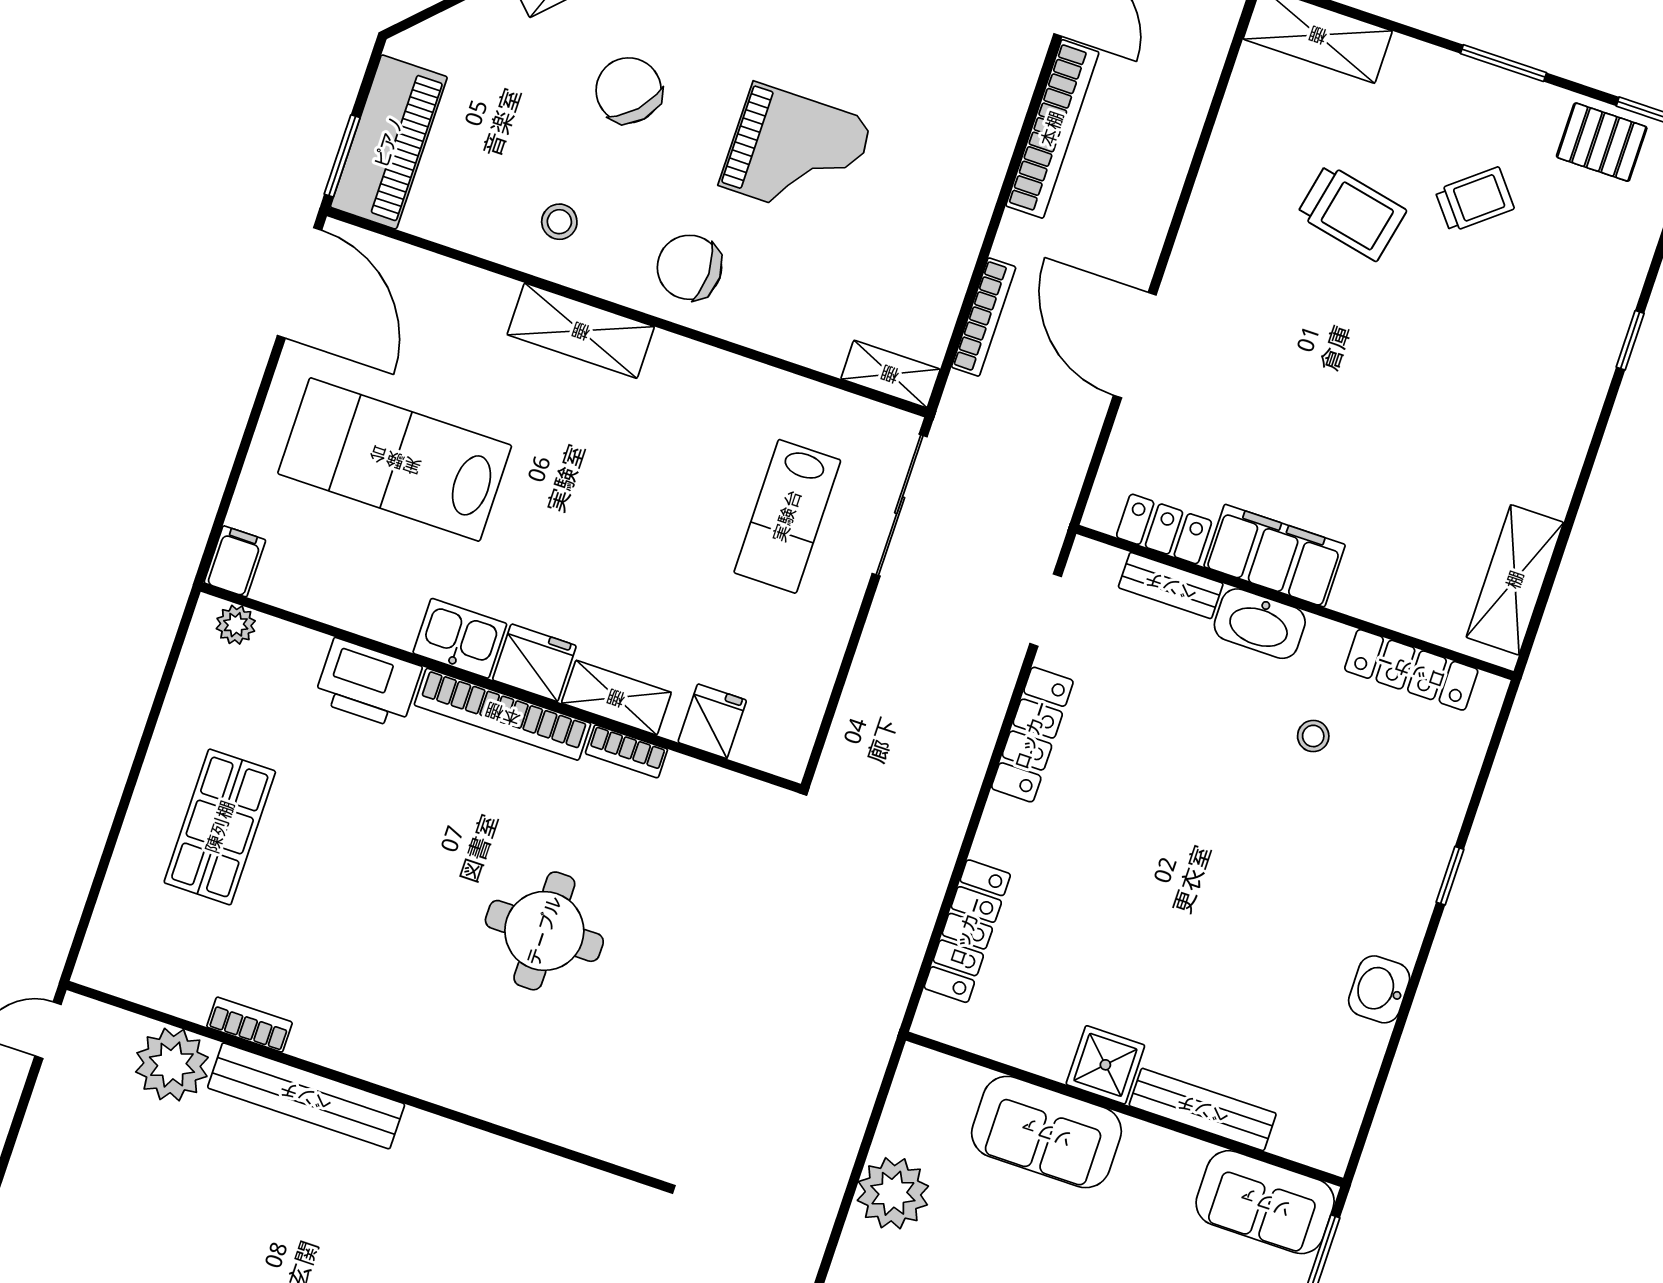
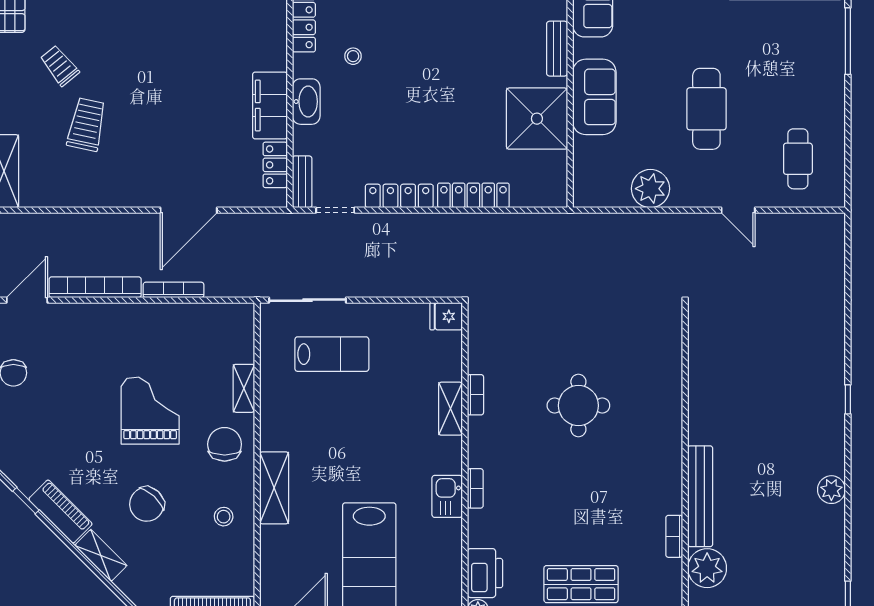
chair: (689, 267) -> (225, 444), turned 180
bookcase: (984, 317) -> (174, 290), moved
shelving: (890, 374) -> (244, 388), moved
bench: (1171, 586) -> (302, 182), moved
fridge: (534, 663) -> (447, 455), removed
printer: (368, 683) -> (485, 573), moved
bookcase: (503, 714) -> (475, 488), width x0.43, depth x0.76
fridge: (712, 721) -> (446, 316), moved
locker: (967, 931) -> (473, 195), moved
shower: (1105, 1065) -> (537, 119), width x1.86, depth x1.86
bench: (1203, 1109) -> (557, 49), width x0.73
sofa: (1046, 1132) -> (594, 97), moved

